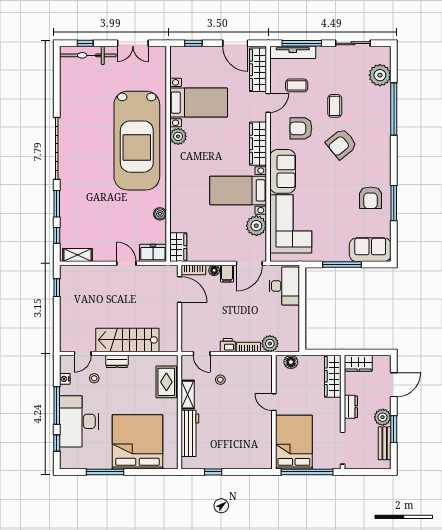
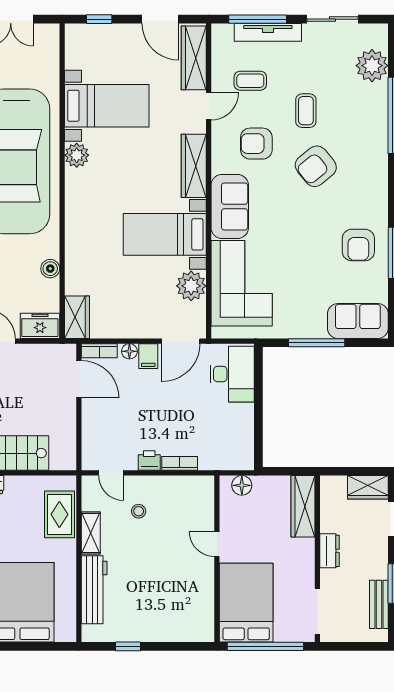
tv unit: (293, 52) -> (268, 32), moved
plant: (270, 344) -> (211, 458), removed
wardrobe: (358, 363) -> (368, 487), moved
plant: (383, 417) -> (376, 566), removed

